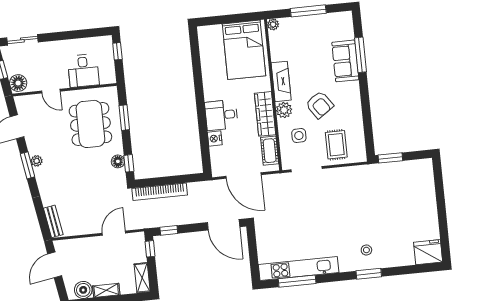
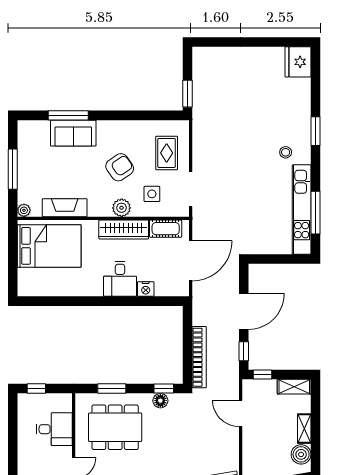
fireplace: (281, 81) -> (65, 208), moved
rug: (336, 145) -> (167, 153), turned 90
door: (224, 225) -> (244, 311), moved
stool: (366, 250) -> (286, 152), moved

